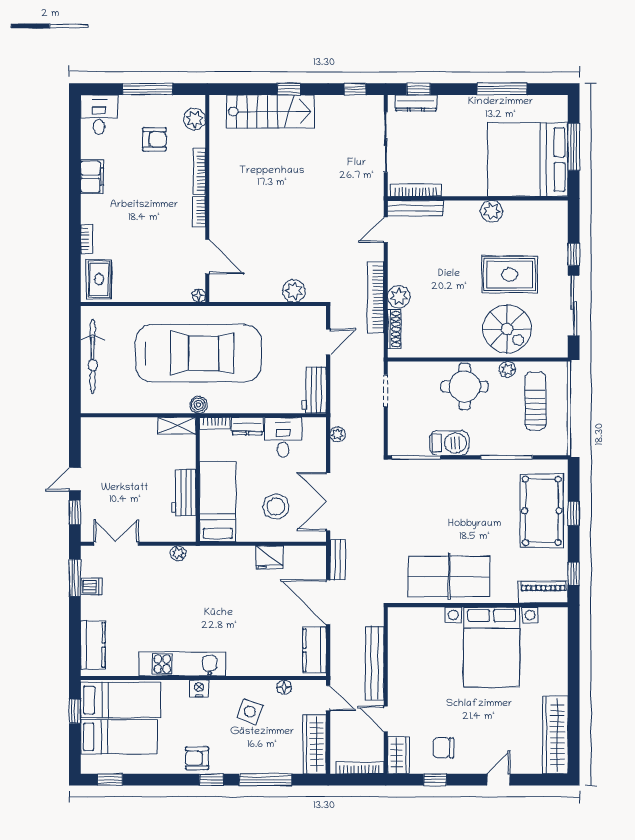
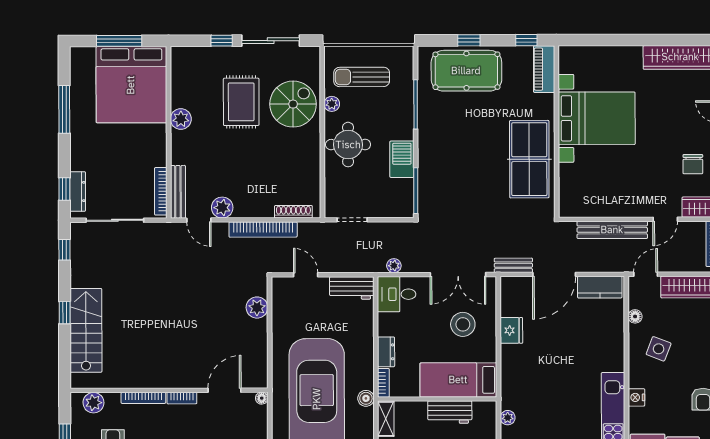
plant: (399, 297) -> (222, 208), moved
desk: (283, 437) -> (397, 294), moved

